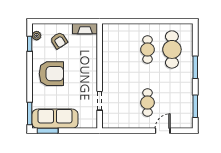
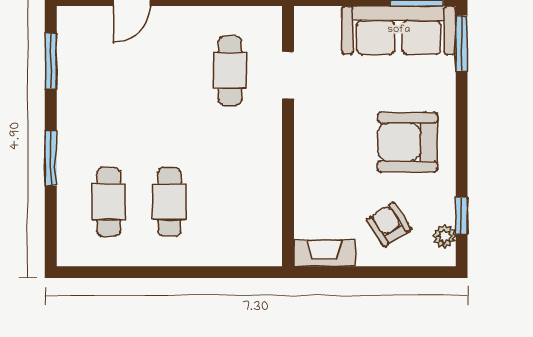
cafe table: (172, 49) -> (109, 202), width x0.73, depth x0.74
cafe table: (147, 102) -> (230, 70), moved

